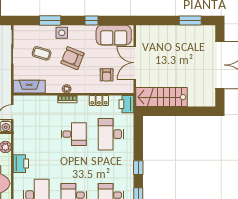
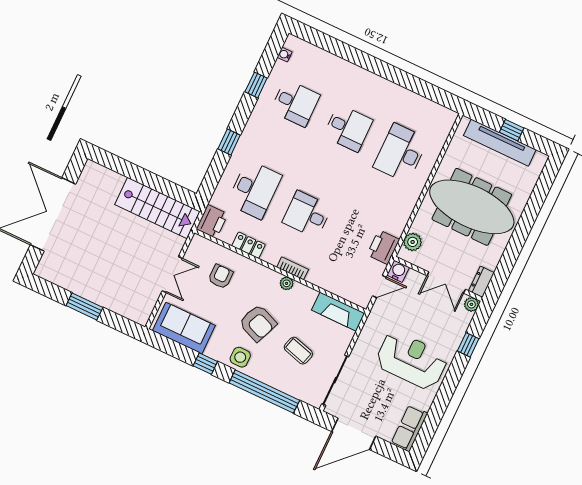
window: (50, 21) -> (264, 392), width x2.11
window: (190, 21) -> (84, 306), moved
side table: (62, 33) -> (240, 357), moved
double door: (135, 63) -> (172, 275), width x0.73
printer: (21, 164) -> (383, 247), moved
window: (138, 168) -> (229, 142), moved

